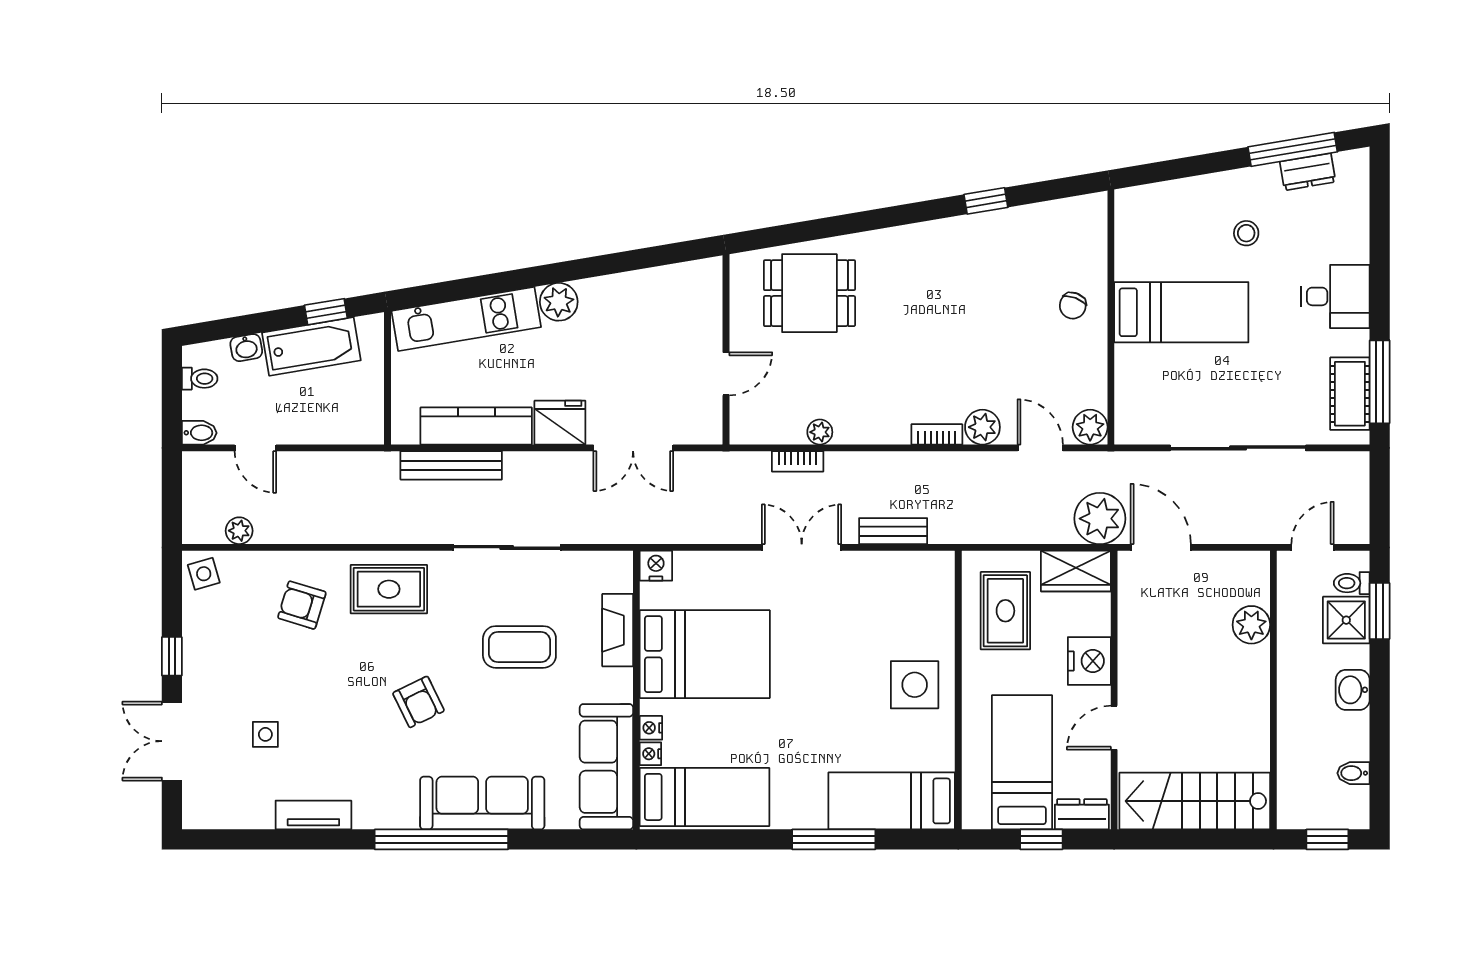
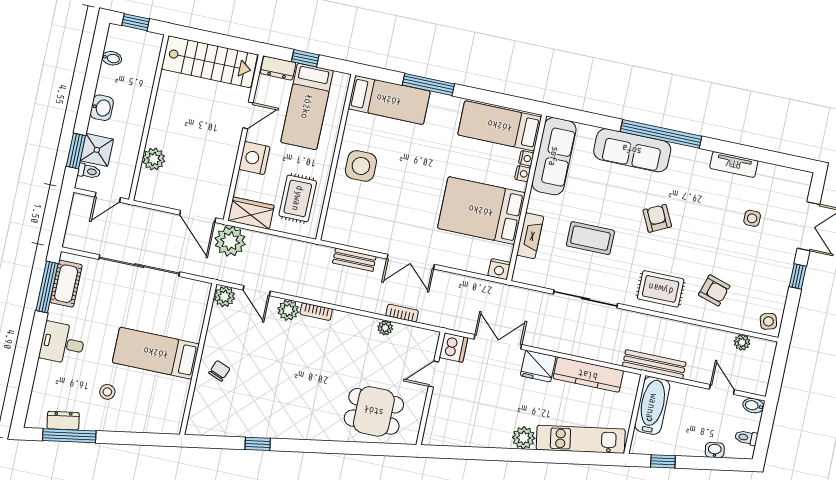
bathtub: (311, 346) -> (652, 406), moved, turned 100
dishwasher: (703, 423) -> (453, 348), added
bench: (451, 465) -> (654, 364), moved

